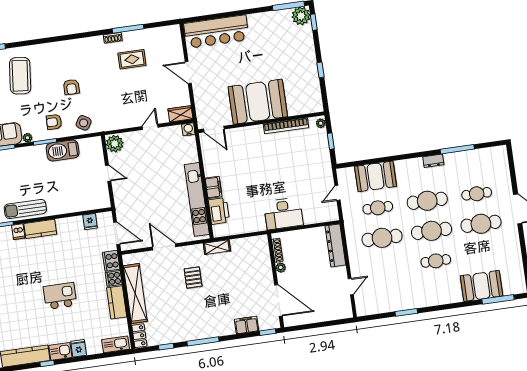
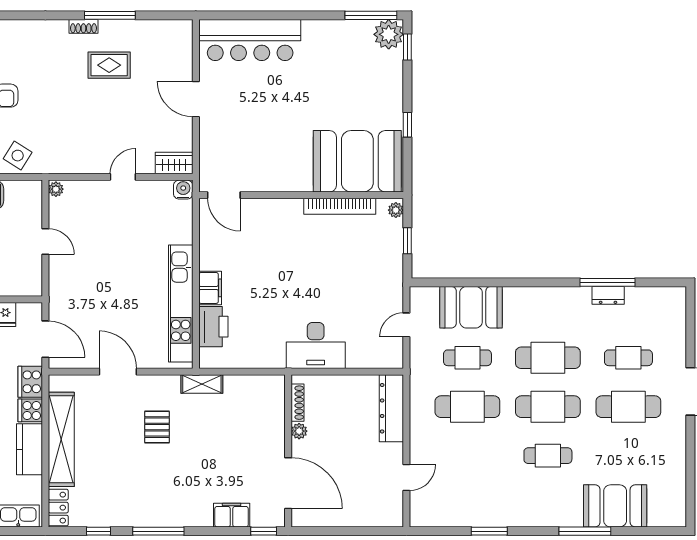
booth: (258, 102) -> (357, 161), moved
plant: (115, 144) -> (56, 189), width x0.53, depth x0.53
dresser: (433, 161) -> (608, 295), moved
window: (498, 299) -> (585, 531), moved

